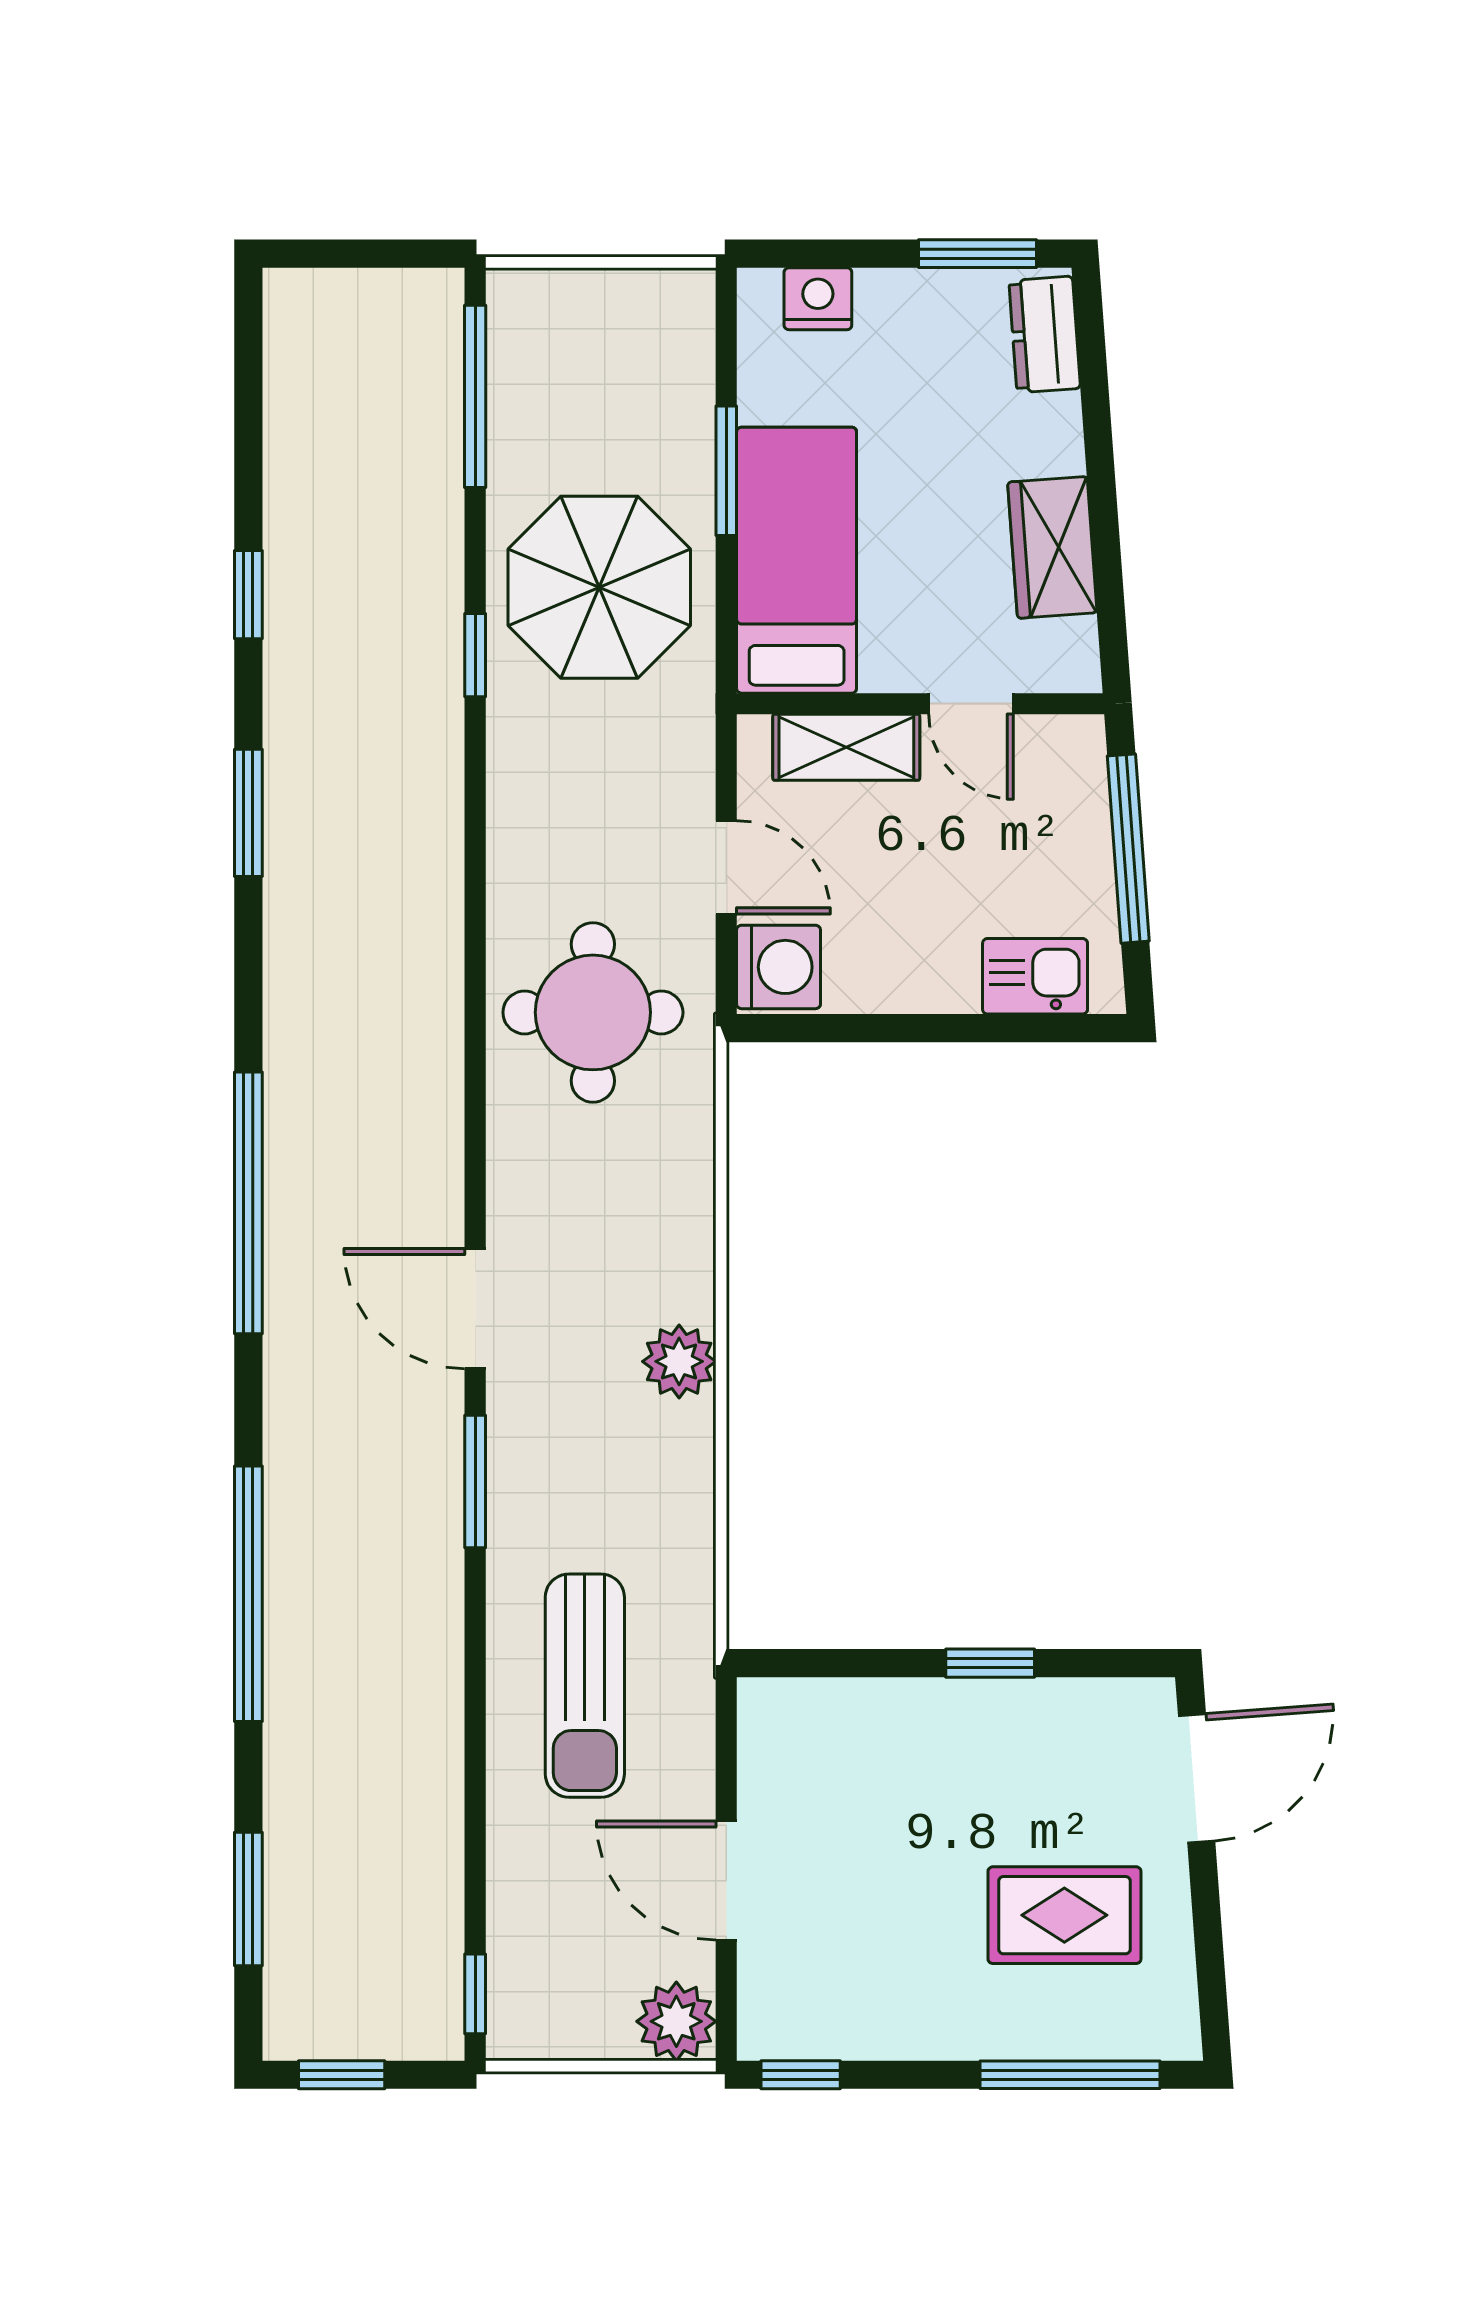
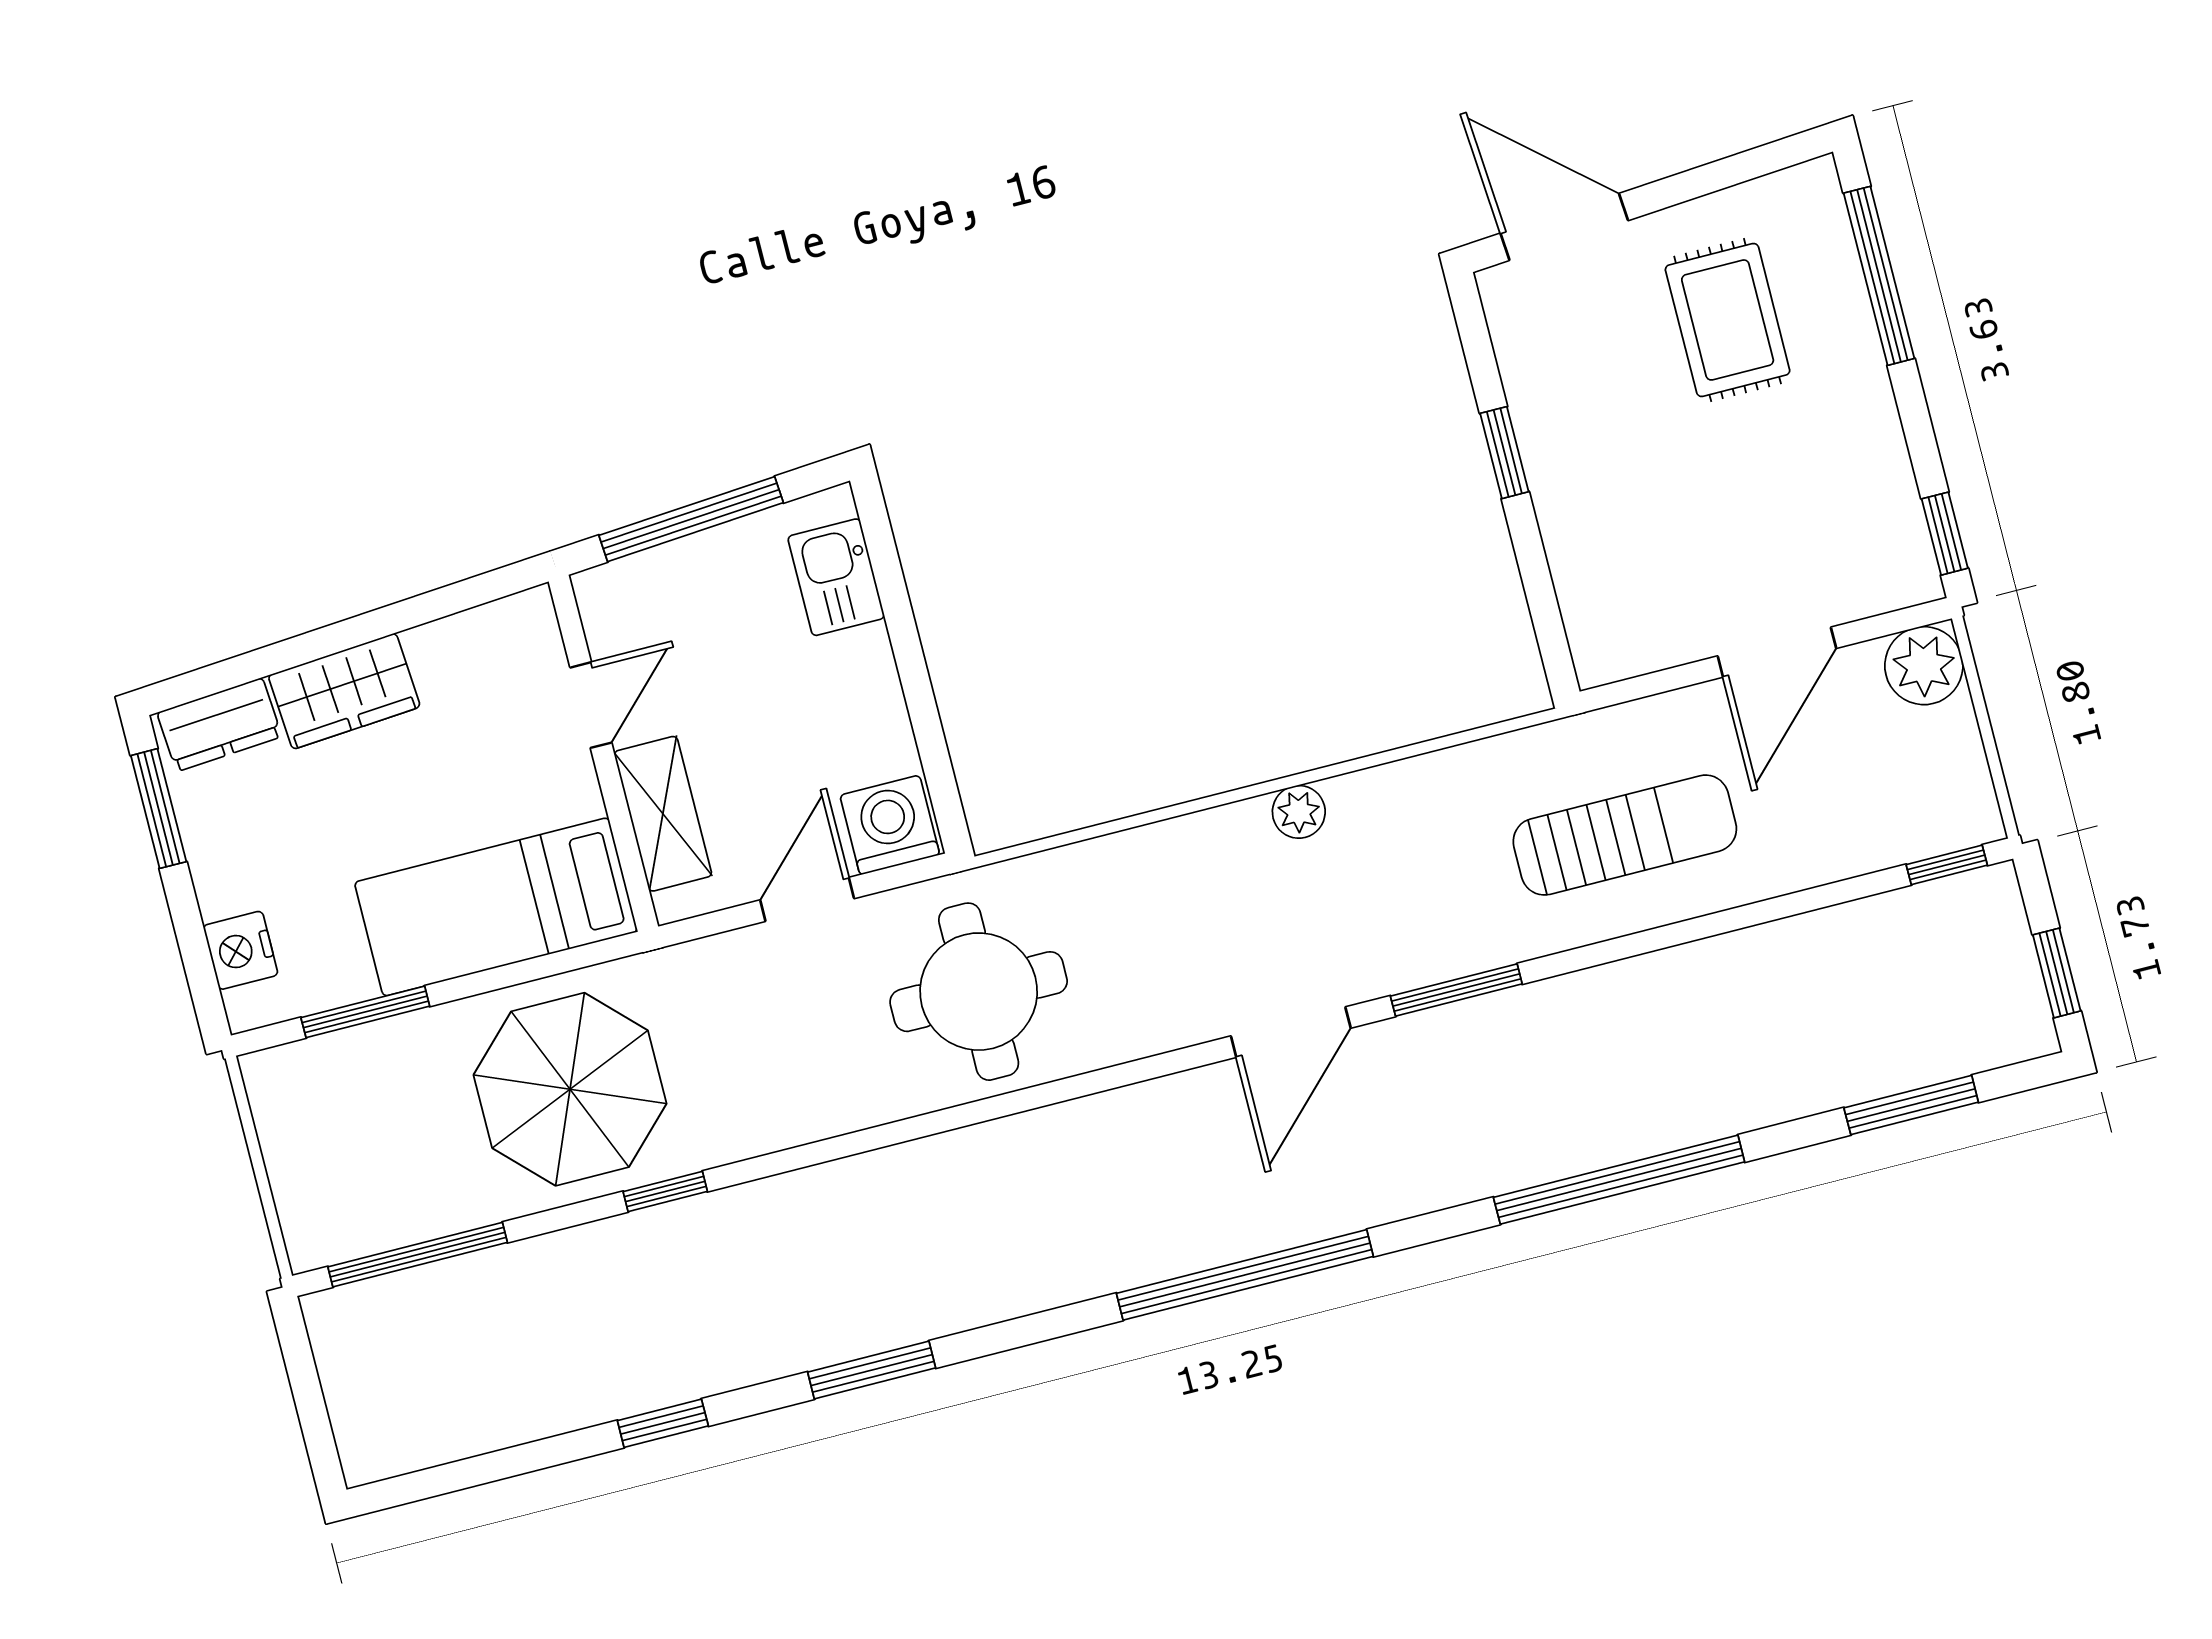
window: (726, 471) -> (365, 1012), moved
wardrobe: (1052, 547) -> (344, 691), moved
plant: (679, 1361) -> (1299, 812), width x0.73, depth x0.73

